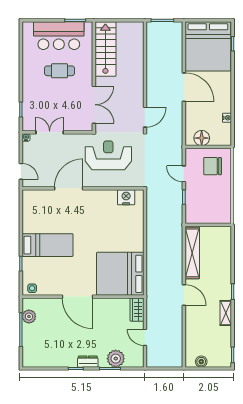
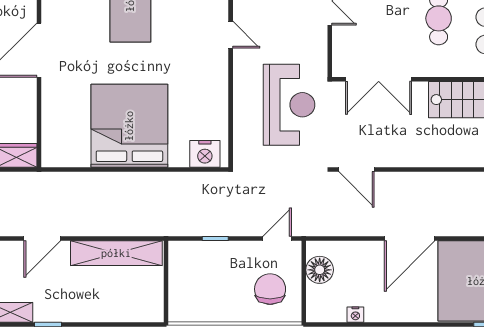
door: (184, 174) -> (277, 238), moved
door: (69, 188) -> (231, 35), width x0.53
nightstand: (126, 197) -> (205, 154), moved, turned 90
bed: (120, 274) -> (129, 126), moved

